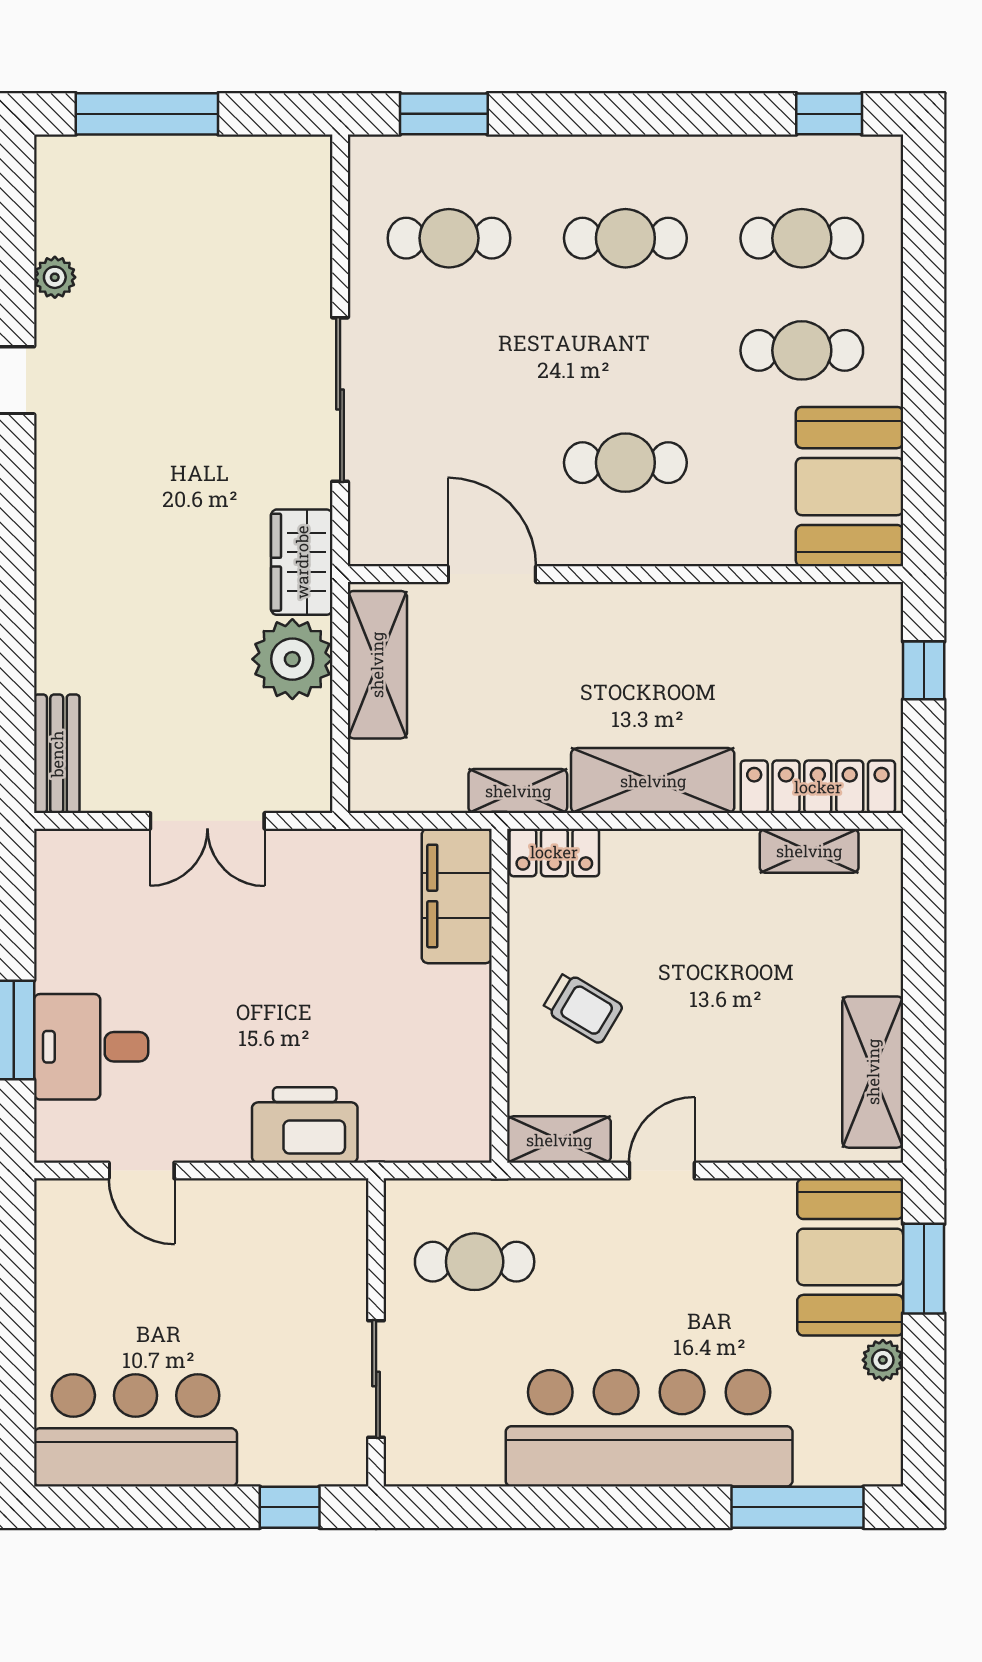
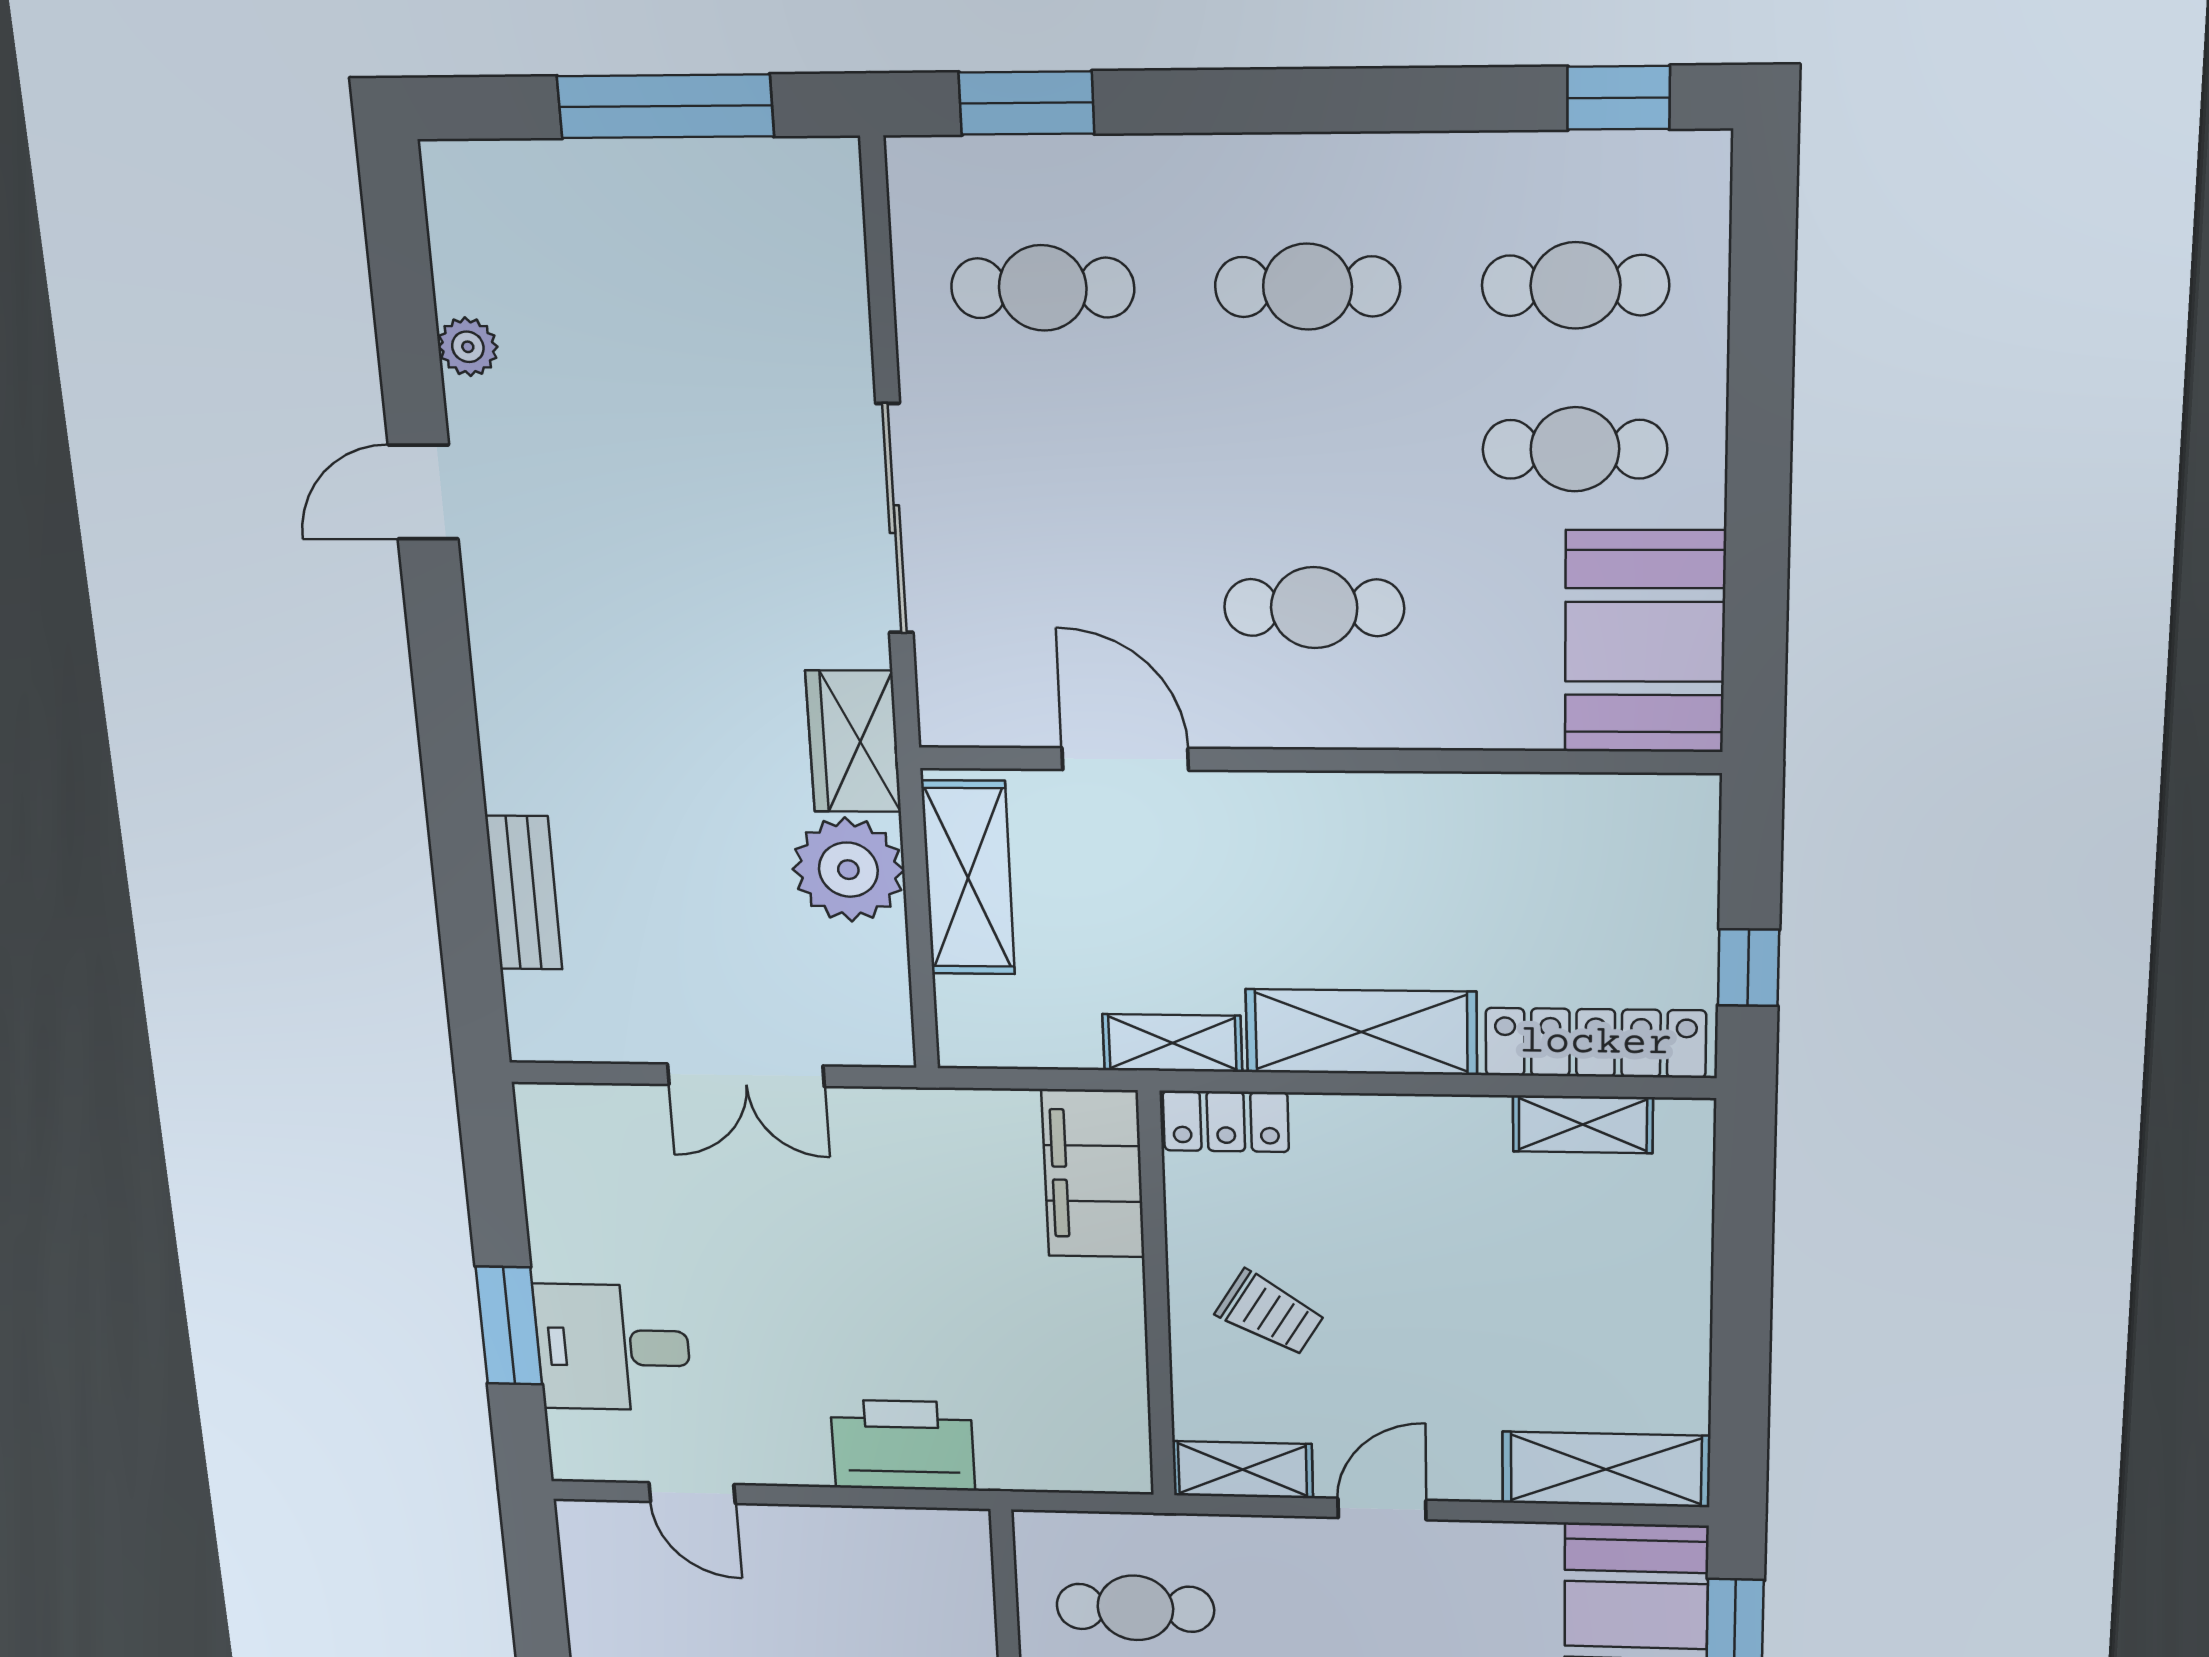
window: (147, 114) -> (665, 106), moved
window: (924, 670) -> (1748, 968), moved
bench: (57, 754) -> (524, 893), moved
shelving: (873, 1072) -> (1606, 1469), moved, turned 90

